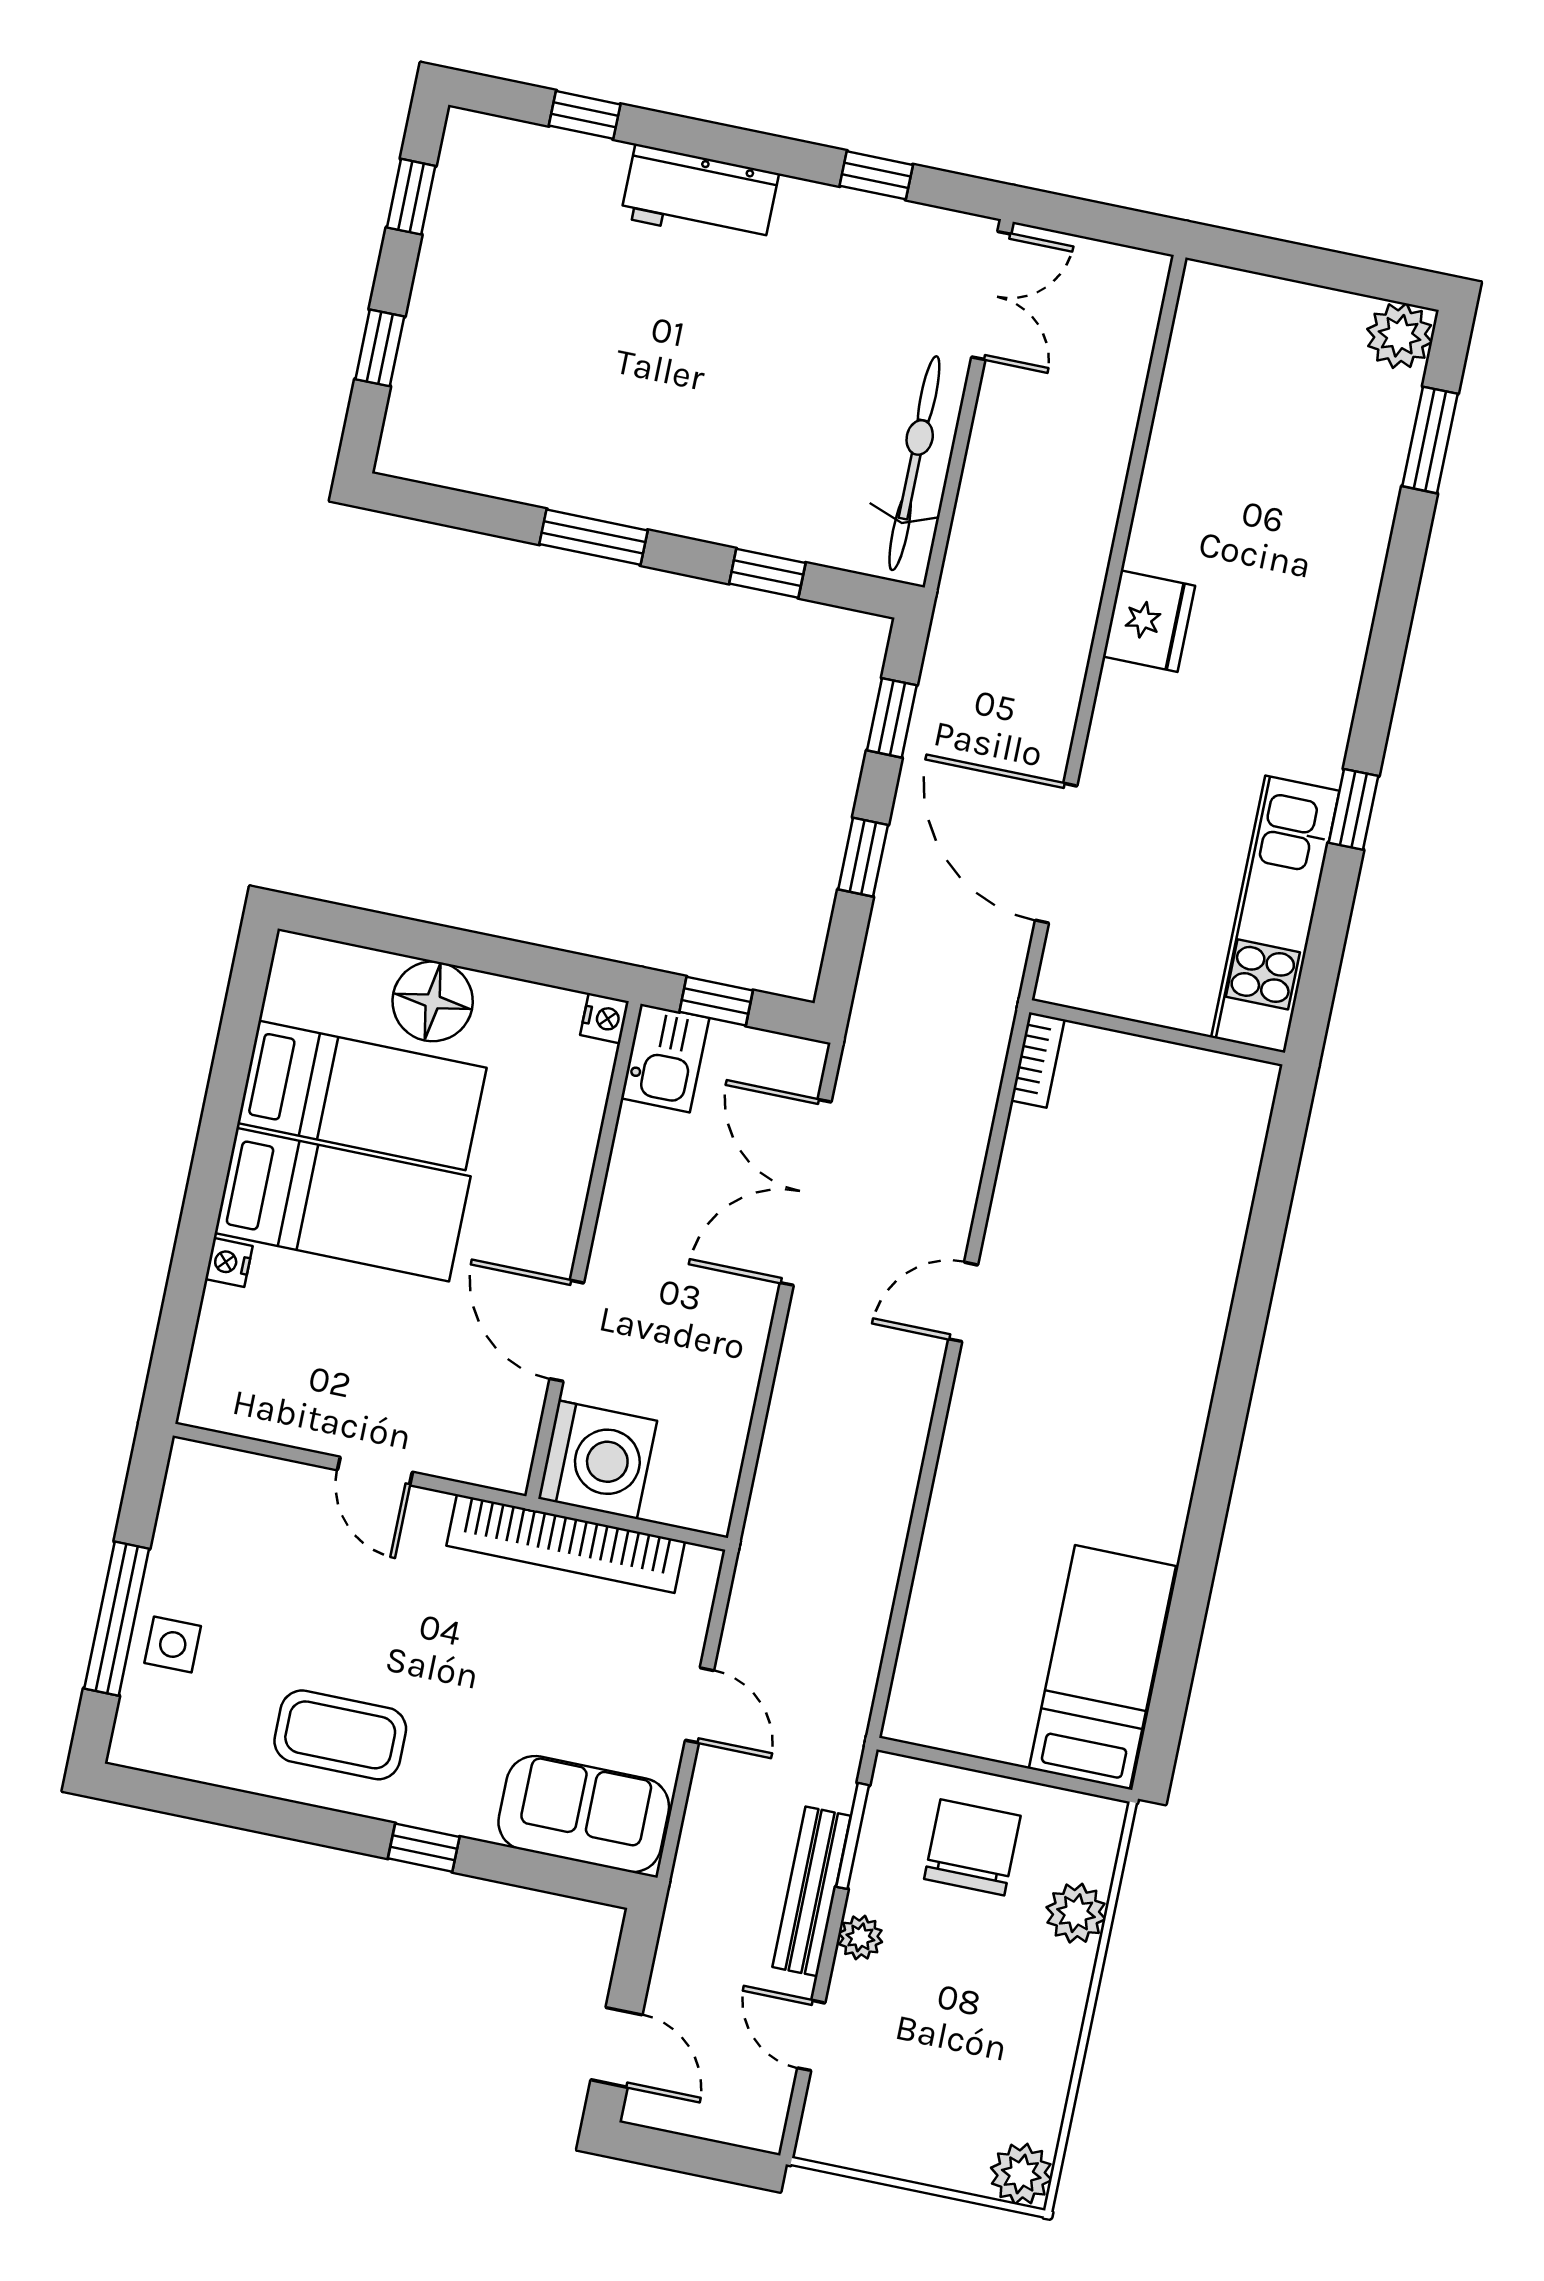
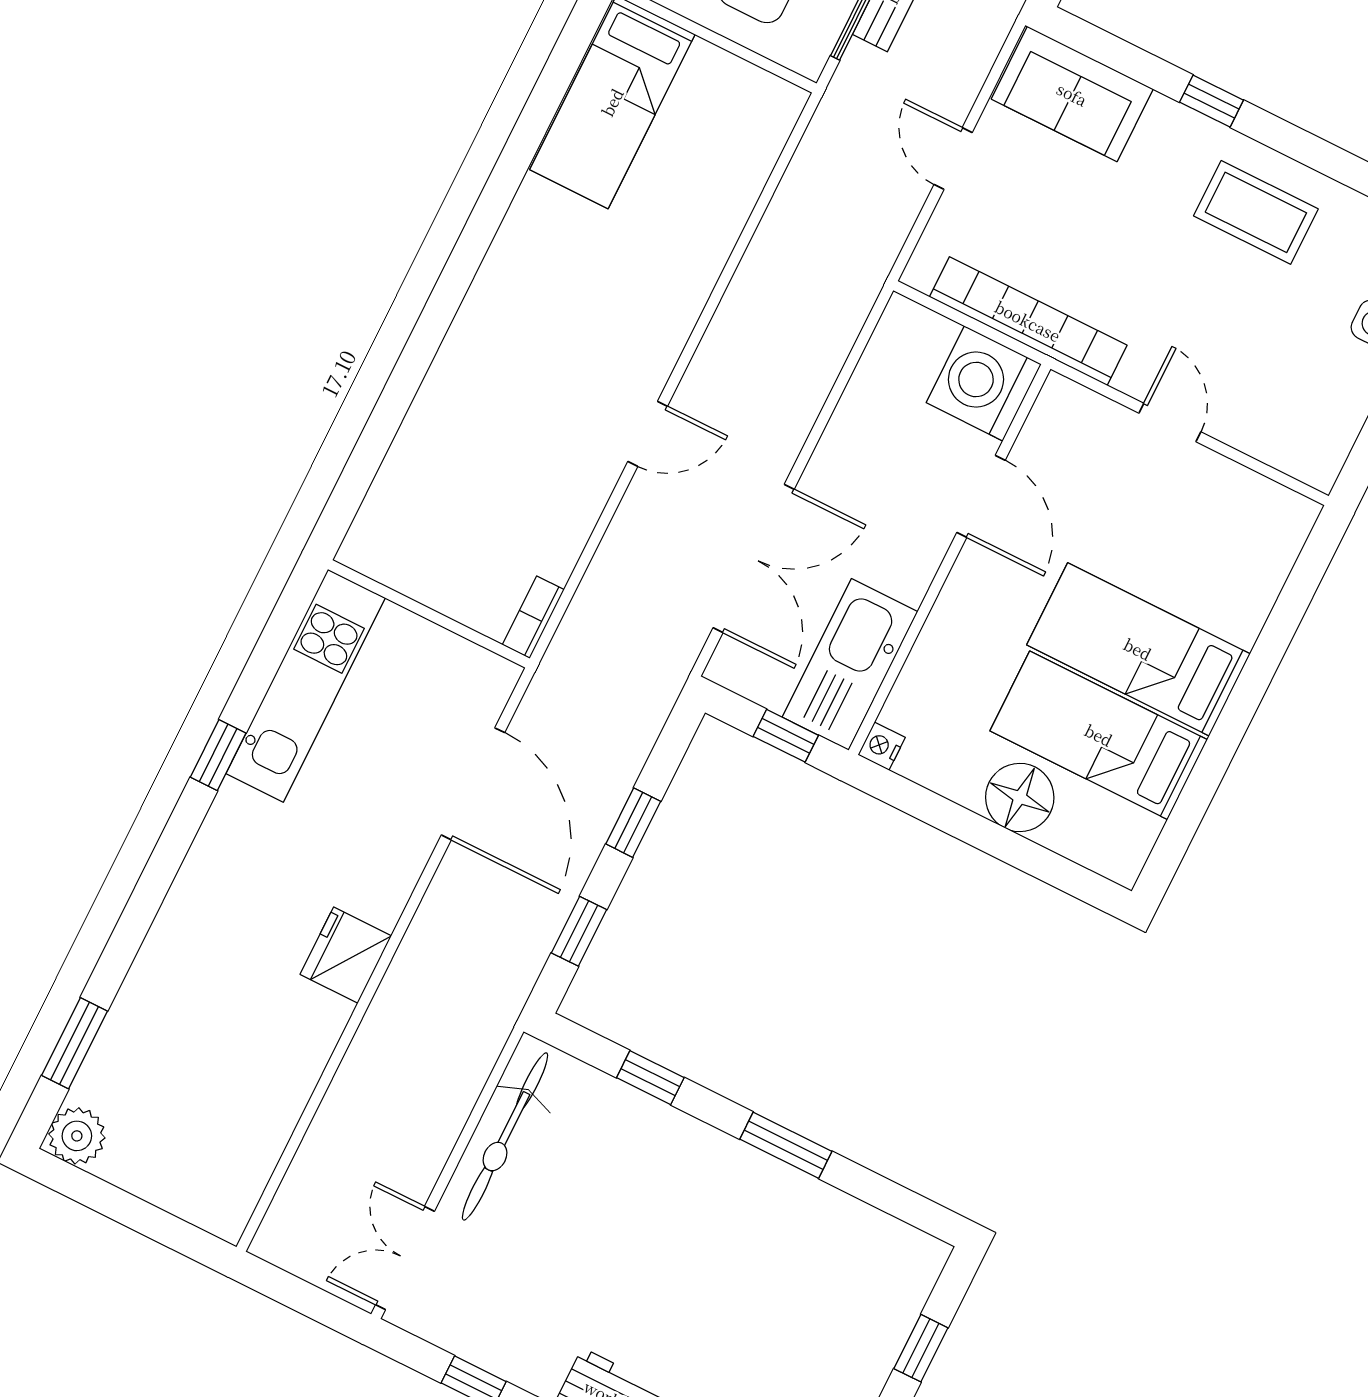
kitchen sink: (665, 1058) -> (850, 664), width x1.88, depth x1.24
nightstand: (229, 1262) -> (1245, 626), removed

